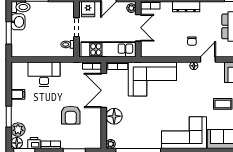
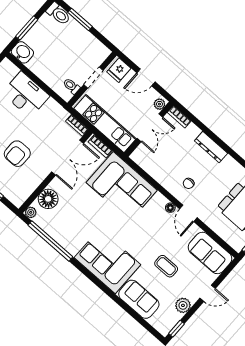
washbasin: (18, 22) -> (22, 52), moved, turned -90
door: (208, 59) -> (188, 213), swing flipped
double door: (104, 90) -> (68, 158), swing flipped
floor lamp: (114, 116) -> (48, 199), moved

